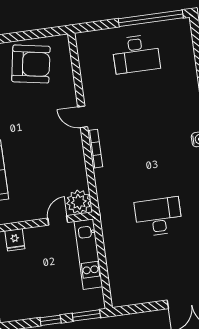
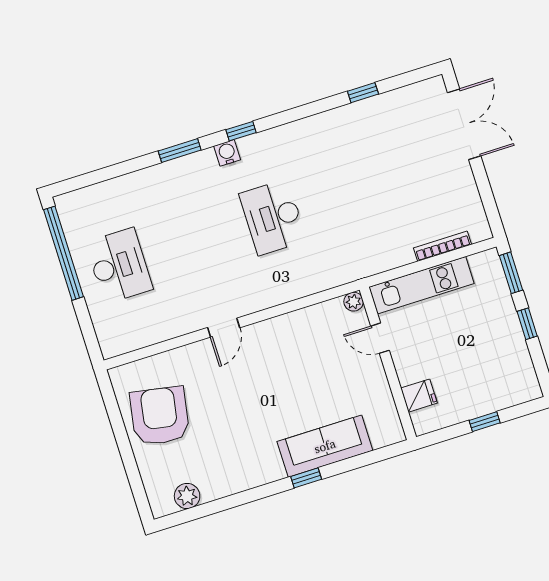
bookcase: (95, 149) -> (442, 246), moved
plant: (79, 202) -> (354, 302), width x0.53, depth x0.53
desk: (158, 217) -> (273, 217), moved

